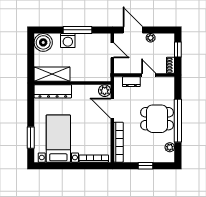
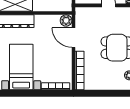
dresser: (131, 82) -> (92, 12), removed
window: (146, 166) -> (106, 93), removed

